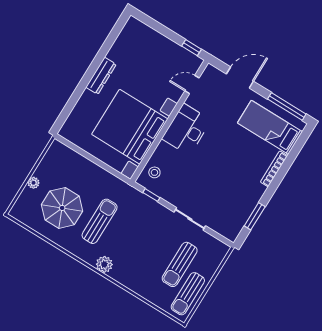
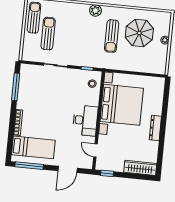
wardrobe: (145, 34) -> (140, 168), added
door: (192, 84) -> (96, 150), swing flipped
window: (255, 216) -> (16, 87), width x1.44

